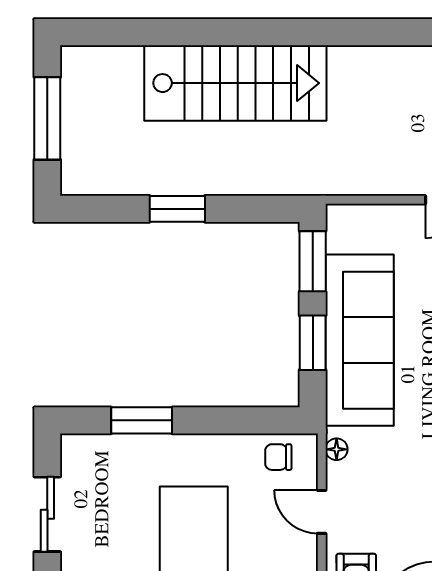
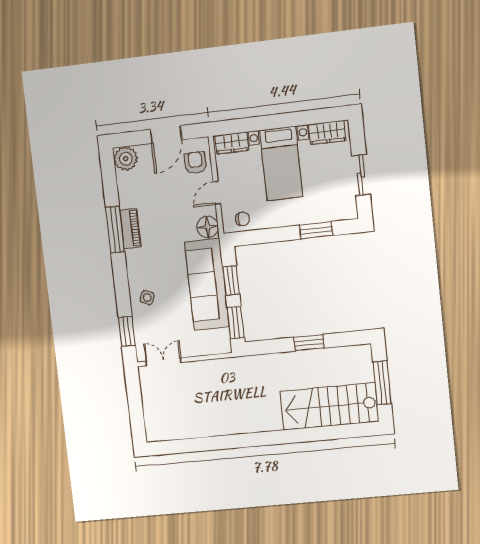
stairs: (235, 83) -> (329, 406), moved
floor lamp: (337, 449) -> (208, 227), width x1.89, depth x1.89
door: (322, 512) -> (217, 193), swing flipped

